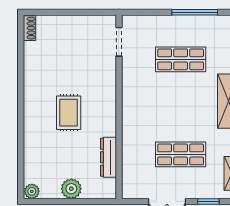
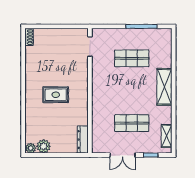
rug: (69, 113) -> (56, 95), turned 90
dresser: (108, 157) -> (83, 140), moved
plant: (71, 189) -> (44, 146), moved

